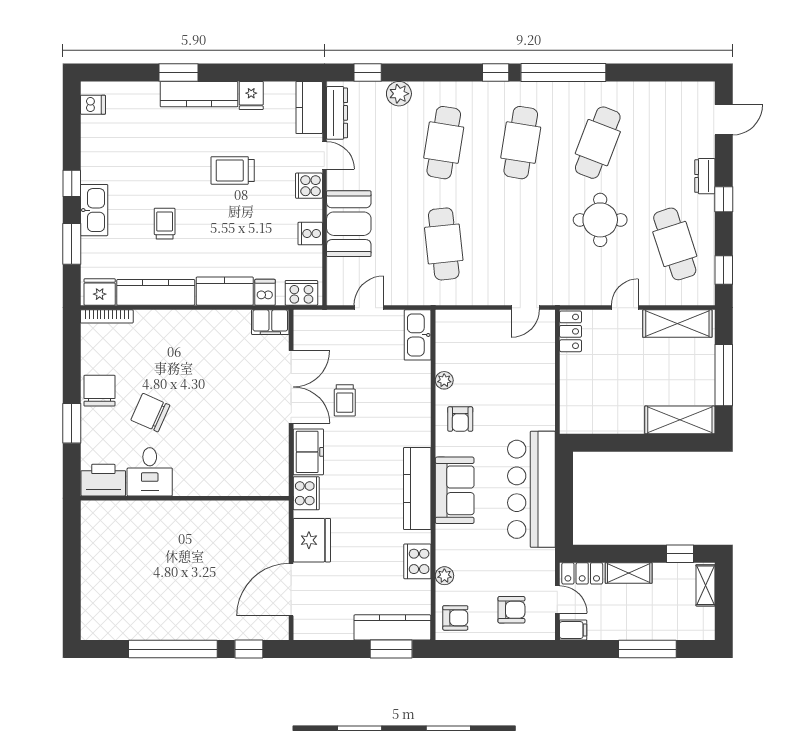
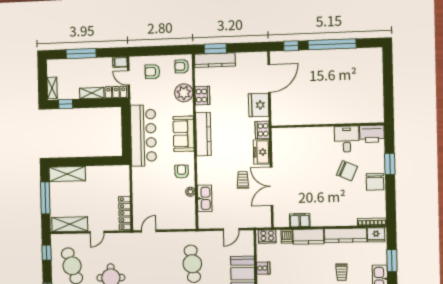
filing cabinet: (270, 322) -> (300, 220), moved
locker: (570, 331) -> (125, 213), width x1.53
kitchen sink: (418, 335) -> (205, 198), moved
plant: (444, 576) -> (184, 93), width x1.88, depth x1.88

